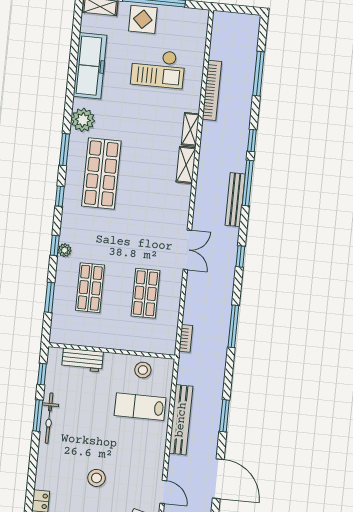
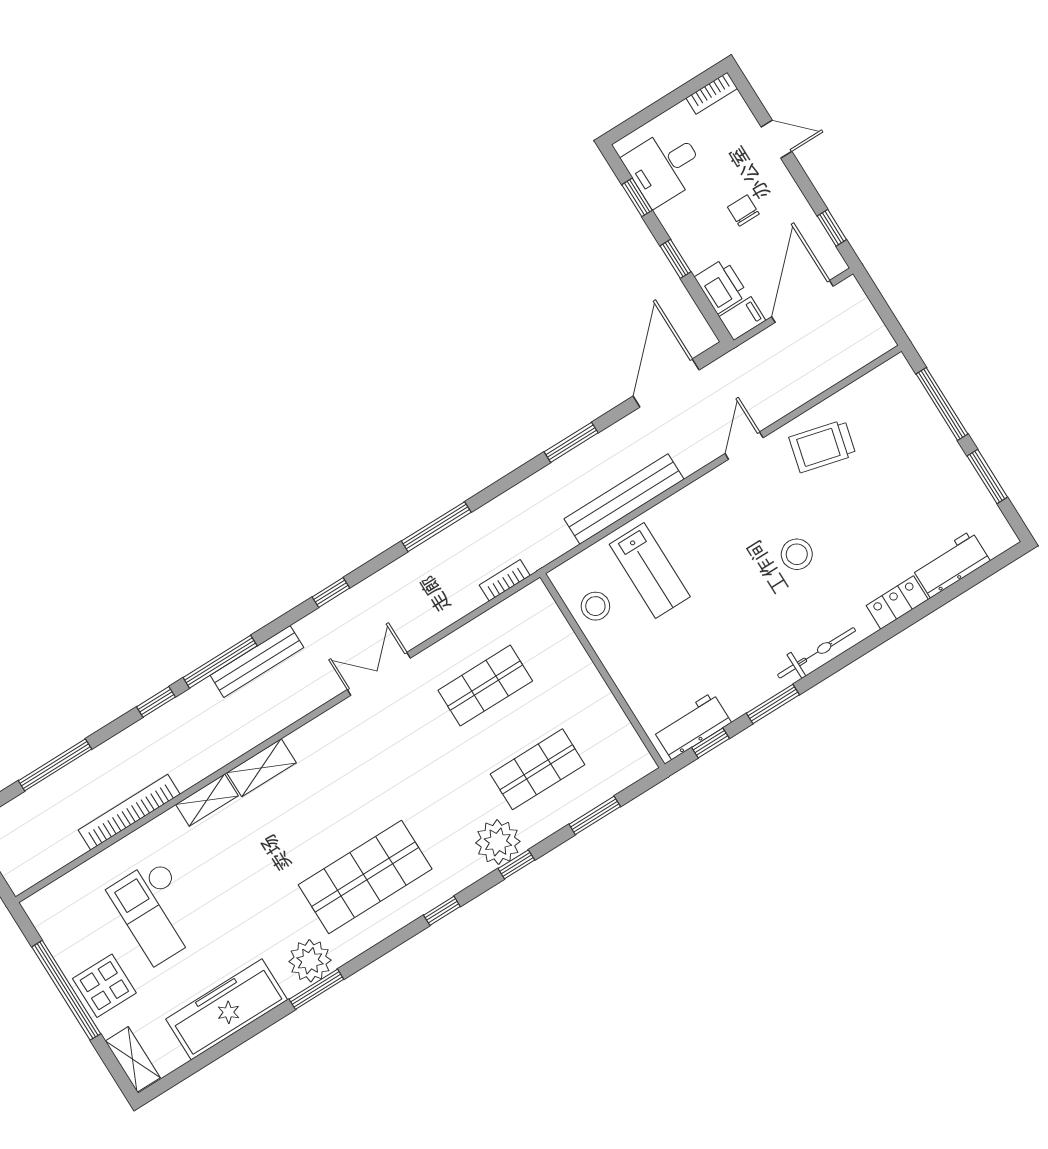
checkout: (158, 68) -> (157, 911), turned 180
window: (64, 150) -> (316, 989), moved
plant: (65, 250) -> (498, 842), width x1.87, depth x1.87
workbench: (82, 360) -> (692, 726), moved, turned -90
bicycle: (49, 418) -> (817, 653), moved

